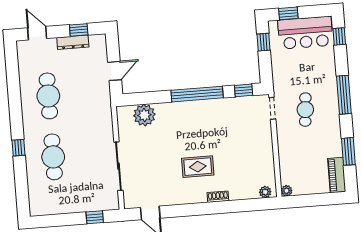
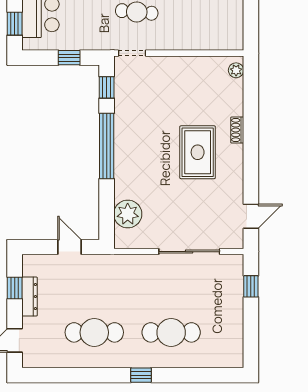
window: (263, 42) -> (69, 58), moved
window: (18, 148) -> (141, 375), moved
rug: (198, 167) -> (198, 152), width x1.36, depth x1.43
plant: (287, 191) -> (237, 43), removed

